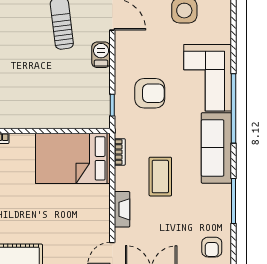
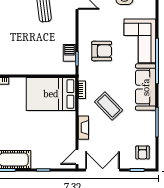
barbecue: (101, 55) -> (69, 53), moved
coffee table: (160, 177) -> (109, 106), turned -44

